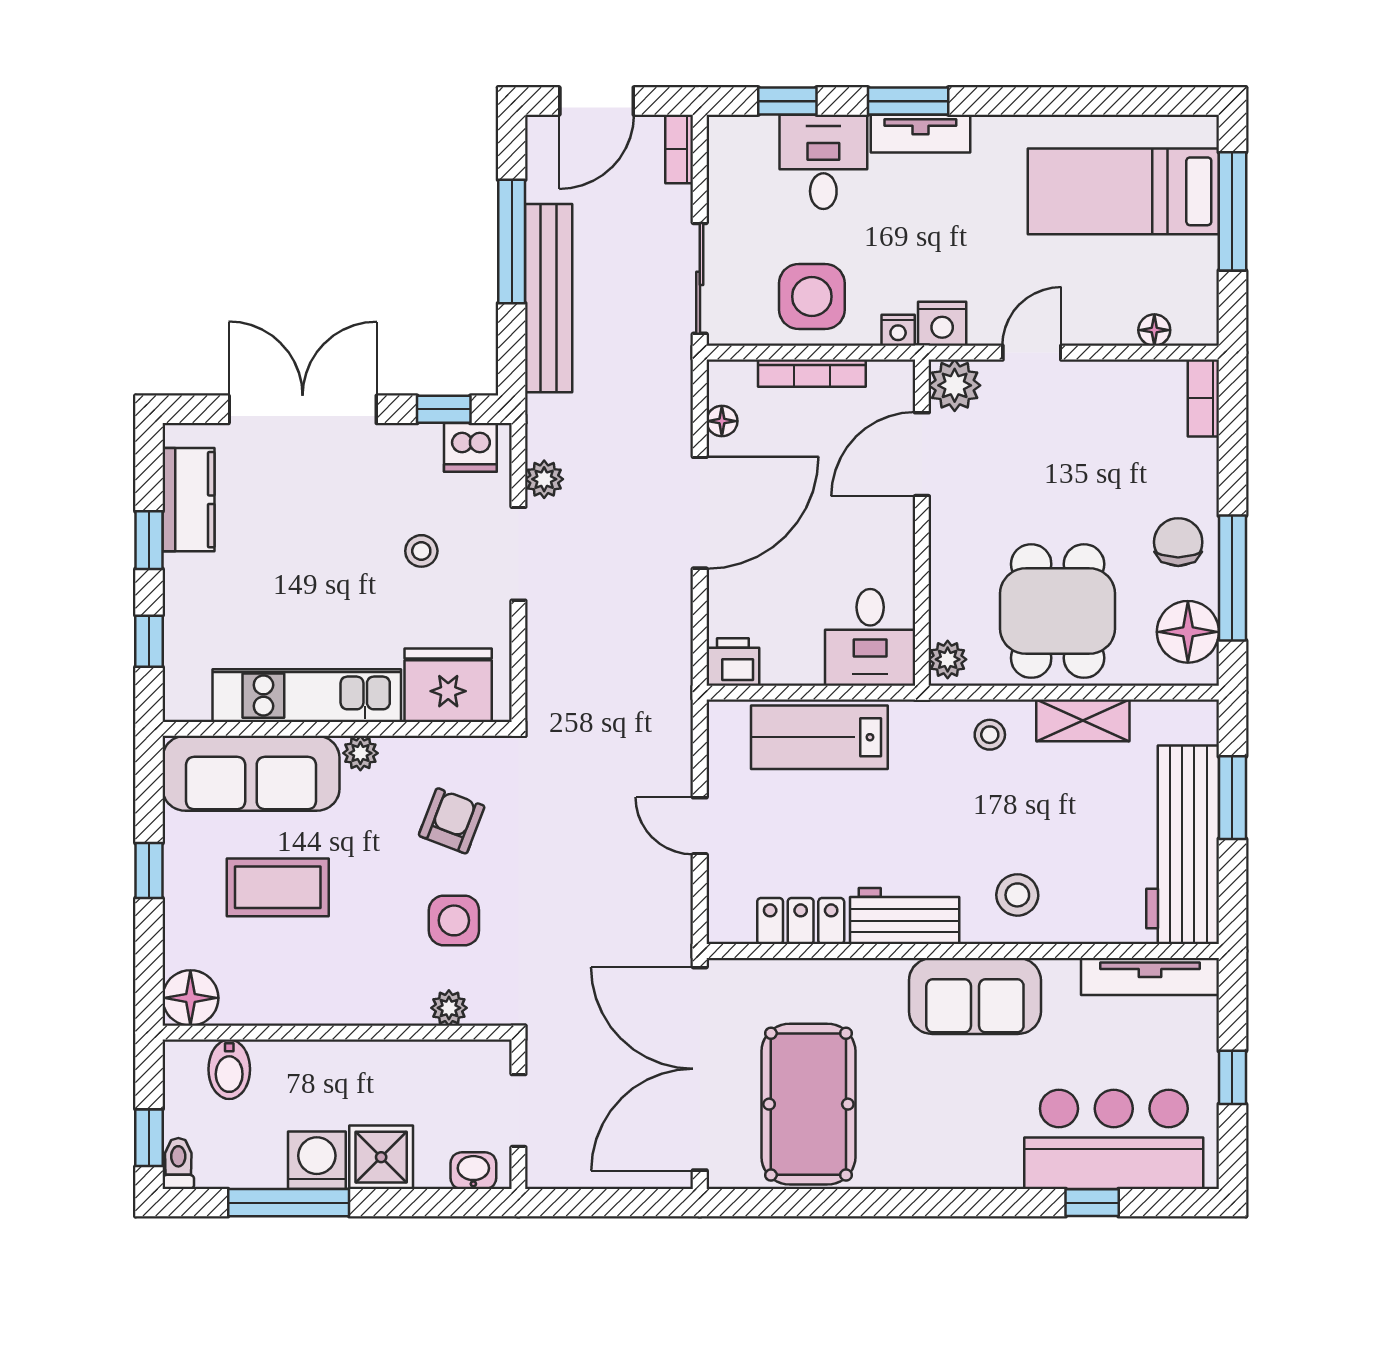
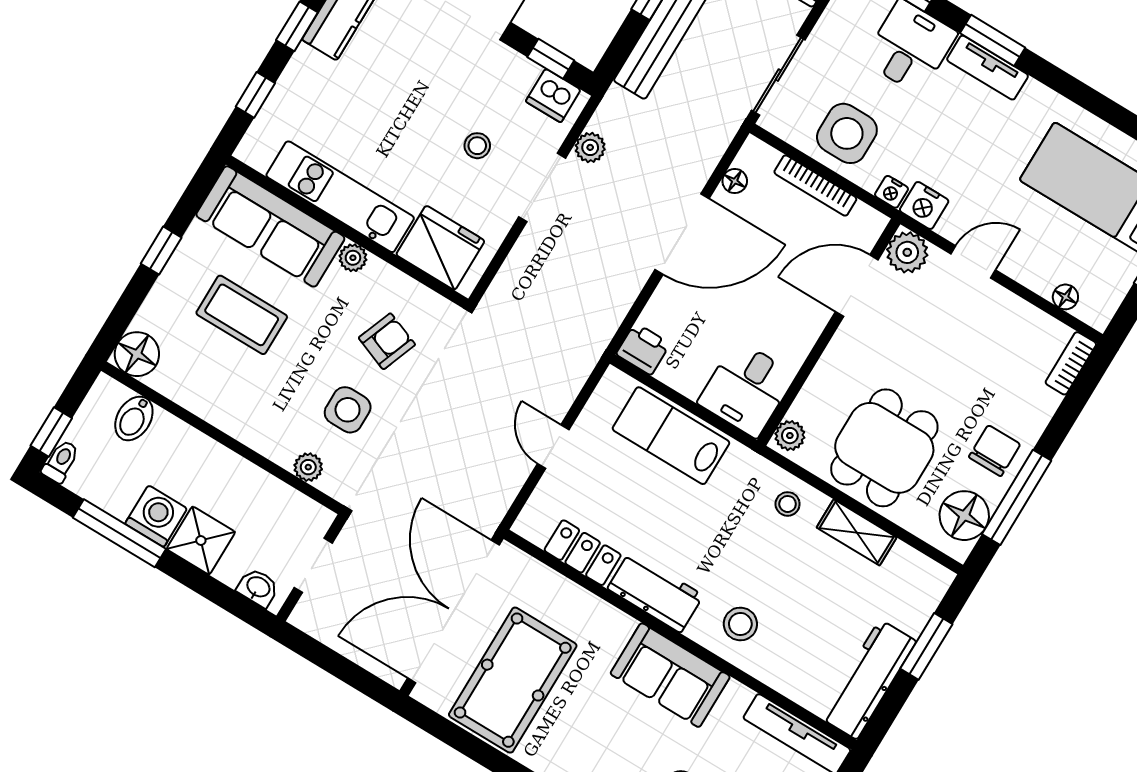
workbench: (1183, 845) -> (868, 680), width x0.73, depth x0.76

